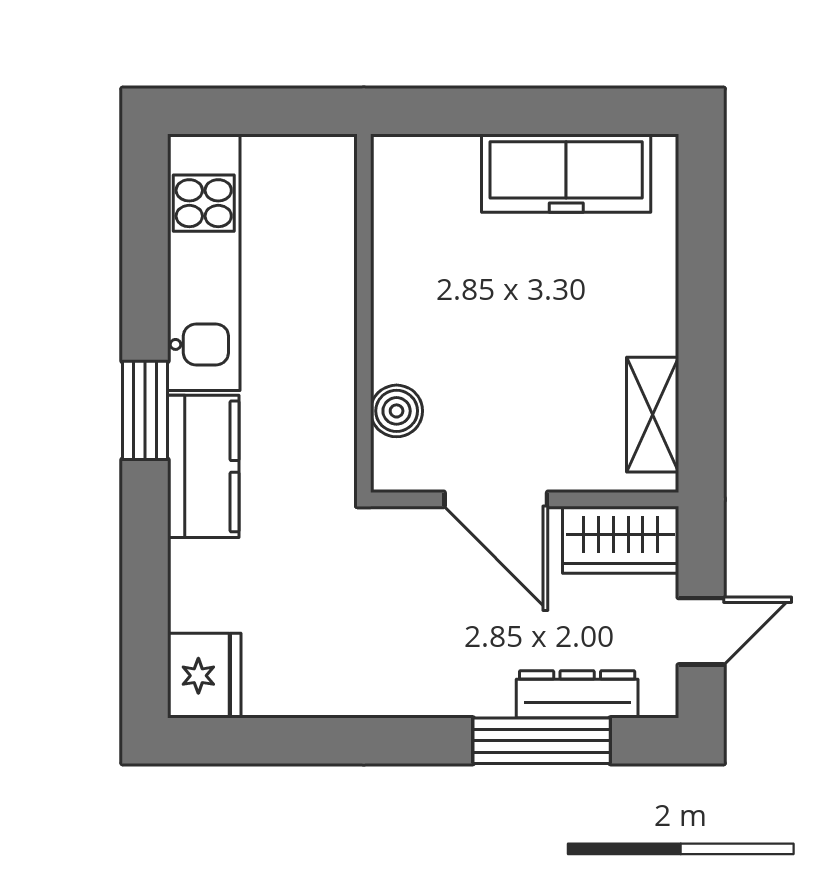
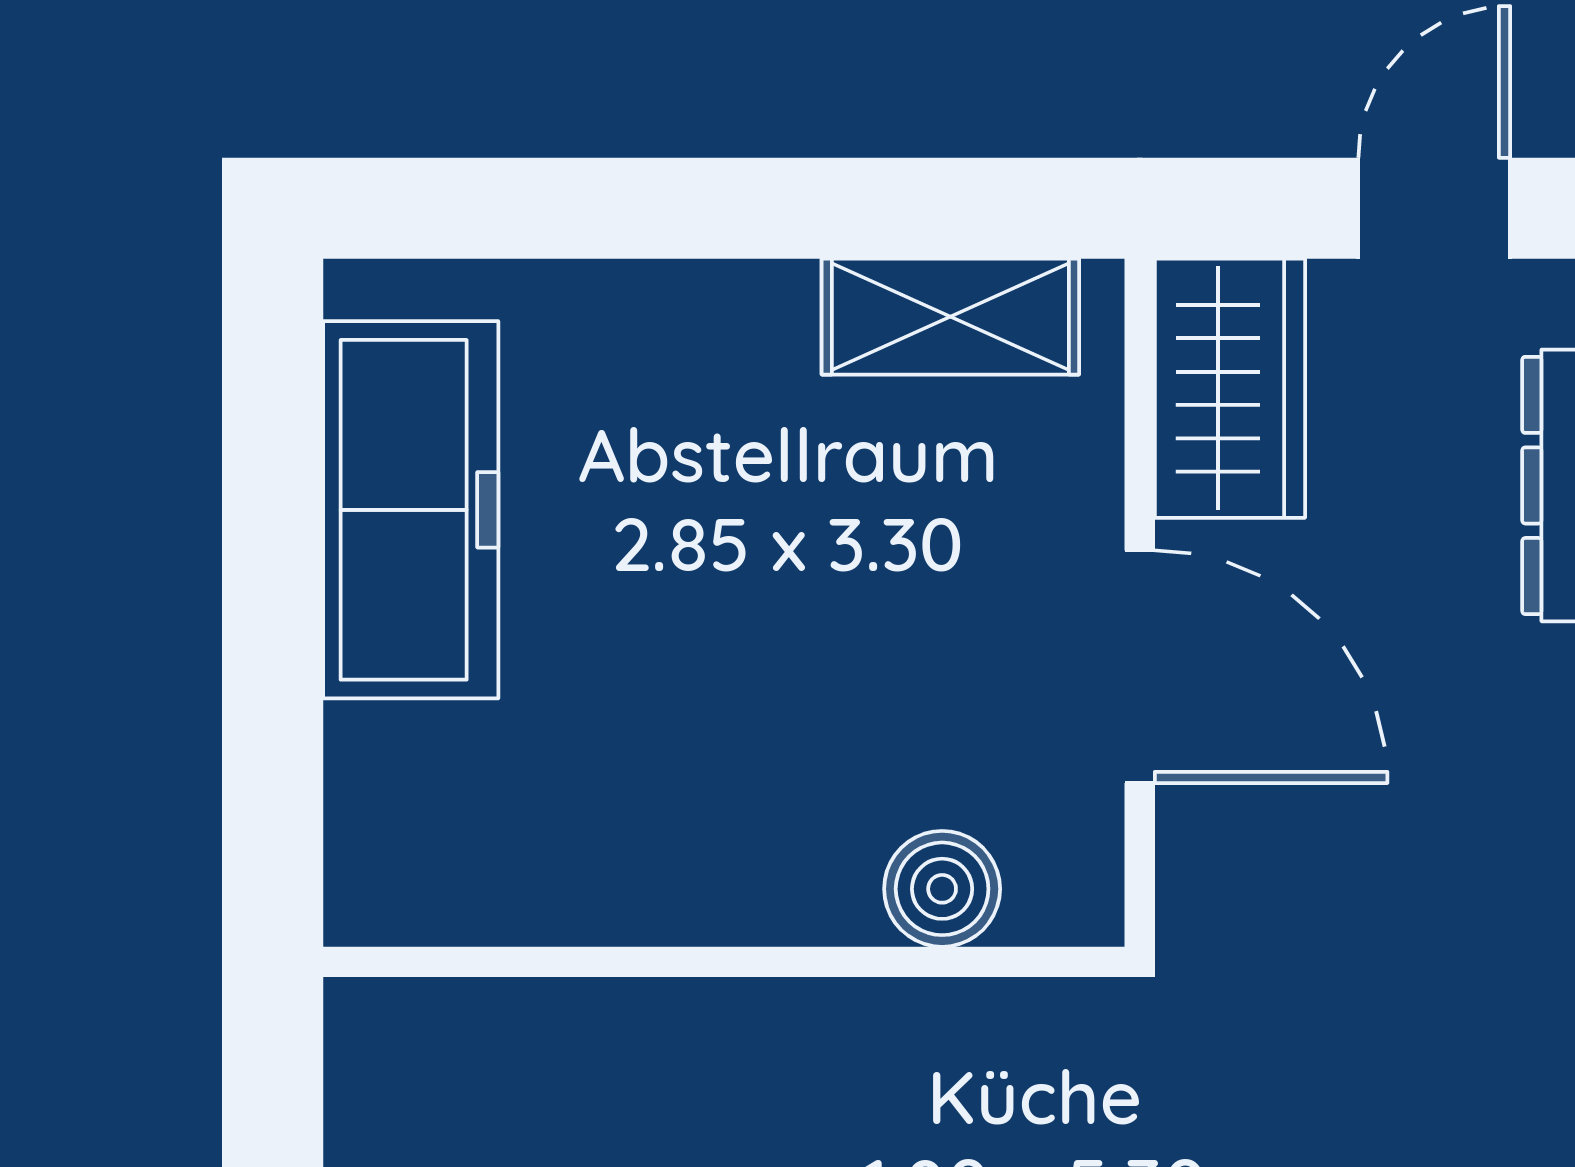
door: (496, 499) -> (1140, 667), hinge flipped
door: (701, 631) -> (1434, 208), hinge flipped

